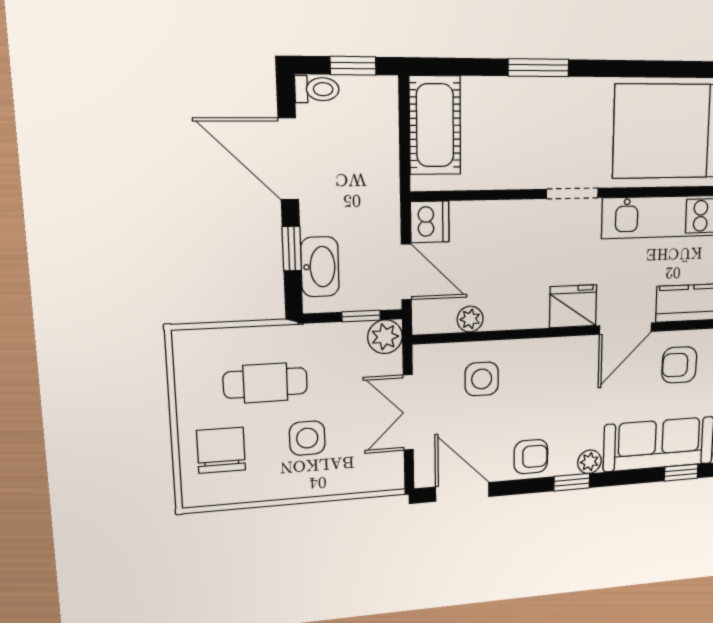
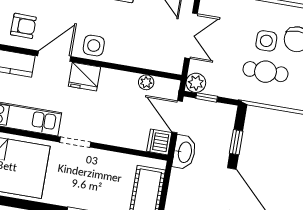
washbasin: (320, 267) -> (184, 152), moved, turned 180
side table: (482, 379) -> (94, 46), moved
side table: (307, 438) -> (266, 41), moved

